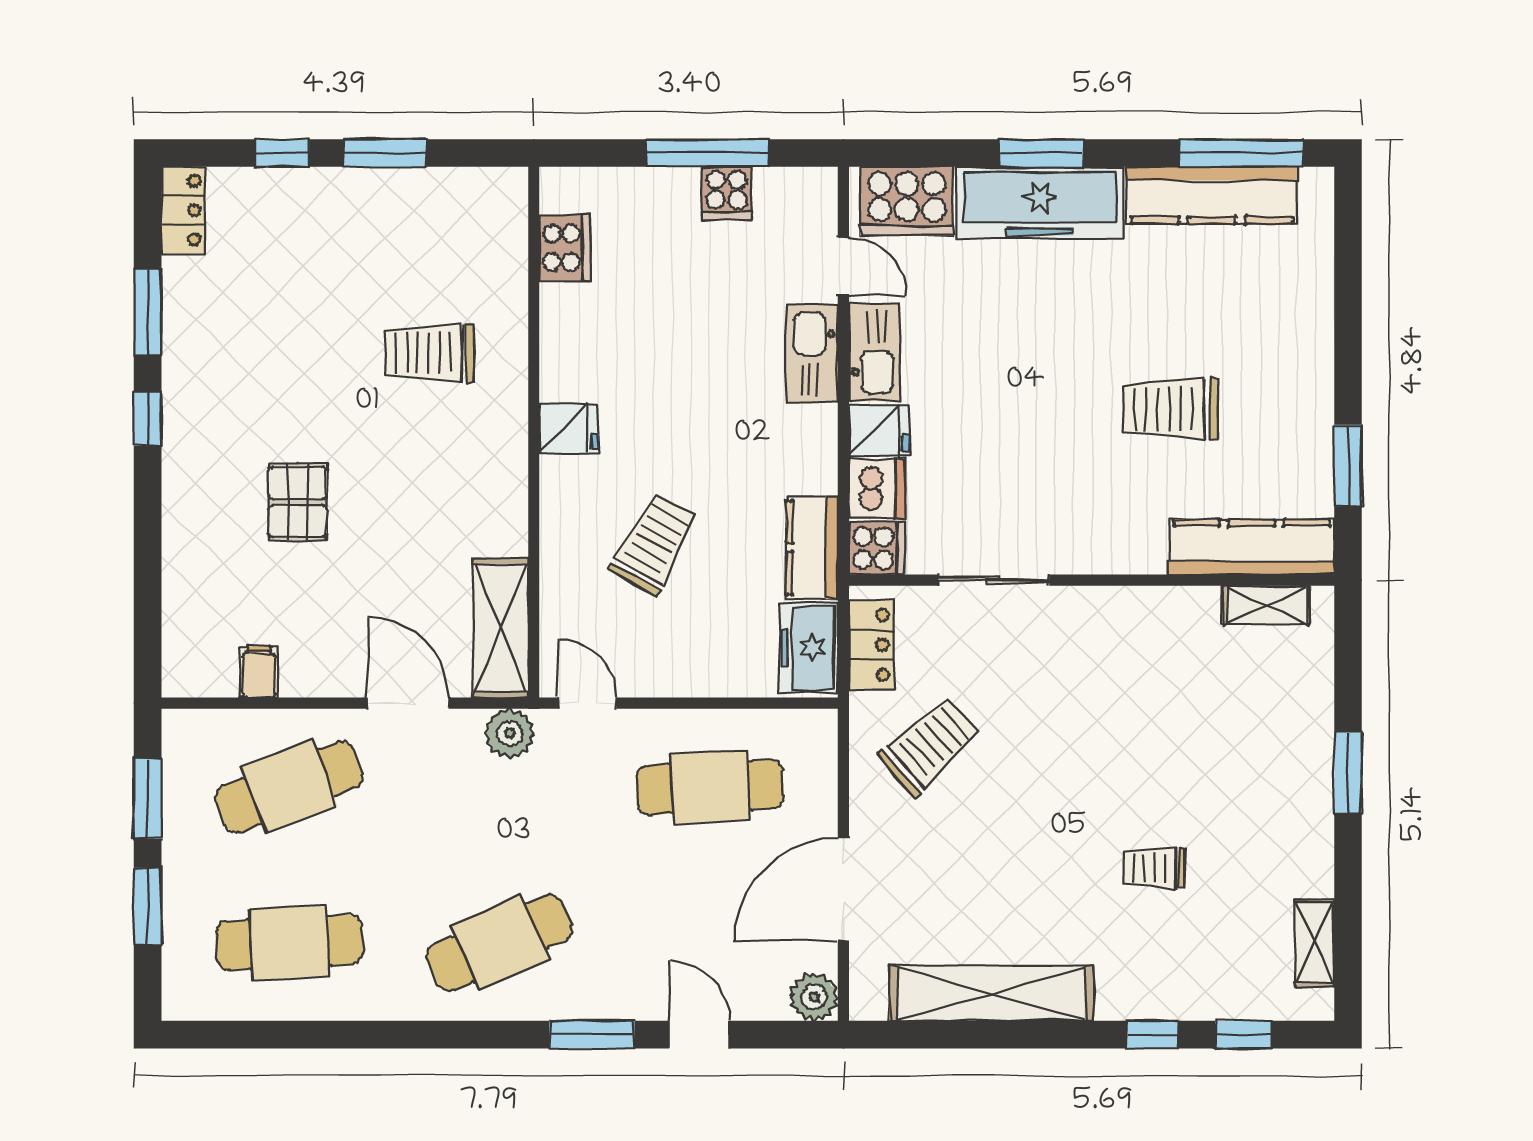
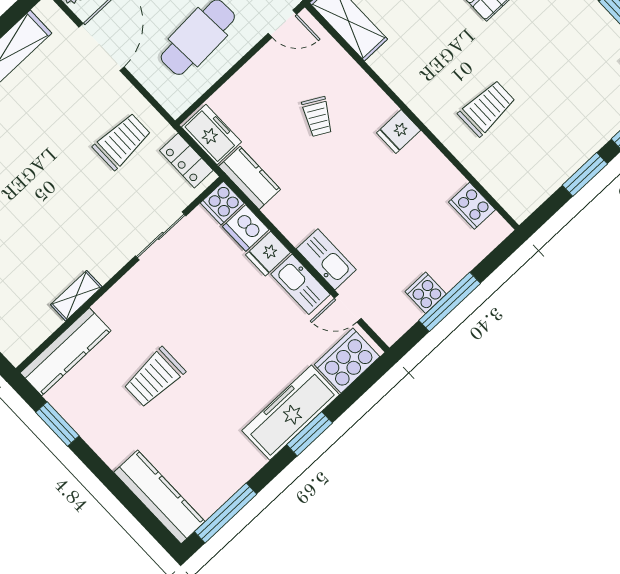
kitchen counter: (1212, 195) -> (159, 497), moved, turned 90
trolley: (1170, 409) -> (154, 378), turned 180
trolley: (654, 544) -> (317, 117), width x0.73, depth x0.72
shelving: (1267, 605) -> (76, 296), moved
trolley: (930, 746) -> (122, 141), turned -138

